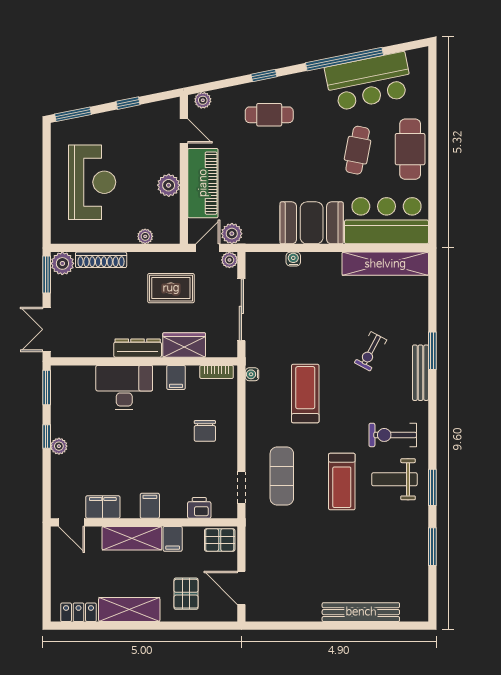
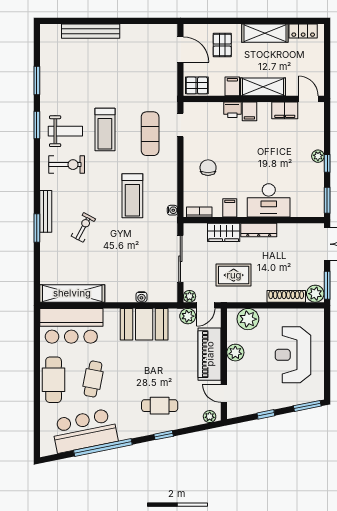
booth: (312, 223) -> (144, 324), moved
plant: (145, 236) -> (248, 319), width x1.87, depth x1.87
treadmill: (342, 482) -> (105, 129), turned 180
printer: (199, 508) -> (232, 110), moved

